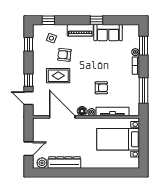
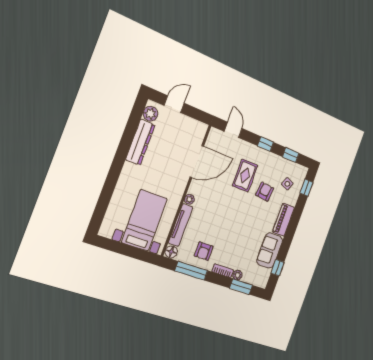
window: (96, 20) -> (278, 268), moved
window: (28, 80) -> (265, 144), moved
armchair: (101, 88) -> (204, 251), moved
door: (28, 98) -> (233, 130), hinge flipped
floor lamp: (82, 111) -> (171, 252), moved
door: (28, 149) -> (174, 104), swing flipped

